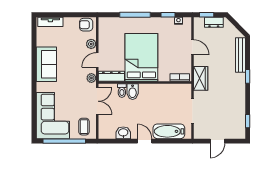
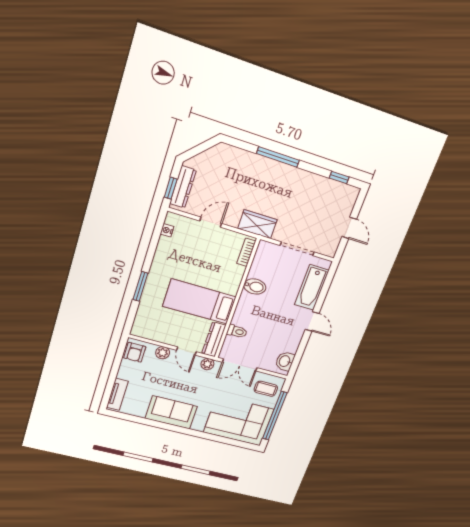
window: (135, 15) -> (140, 286), width x0.69
window: (168, 15) -> (154, 242), removed
dresser: (214, 22) -> (183, 187), width x1.44
bench: (241, 55) -> (244, 157), removed
bed: (141, 57) -> (199, 302), width x0.67
window: (248, 76) -> (278, 157), width x2.17
bidet: (133, 92) -> (255, 286), moved
double door: (97, 101) -> (240, 365), swing flipped
washbasin: (123, 133) -> (285, 361), moved
door: (145, 141) -> (312, 321), swing flipped

